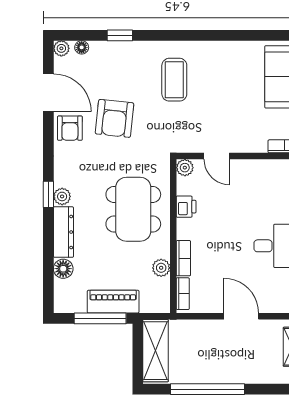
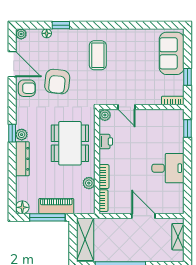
floor lamp: (82, 47) -> (47, 33), moved
armchair: (70, 128) -> (27, 88), turned -90
floor lamp: (63, 269) -> (22, 207), moved

